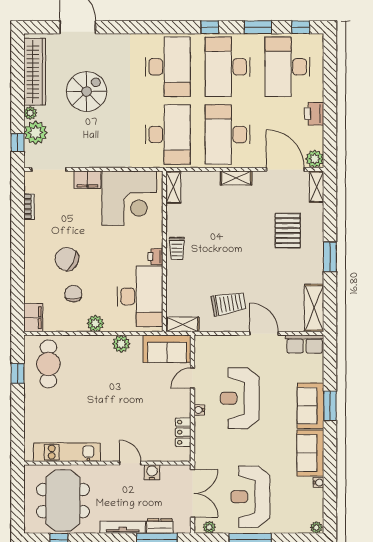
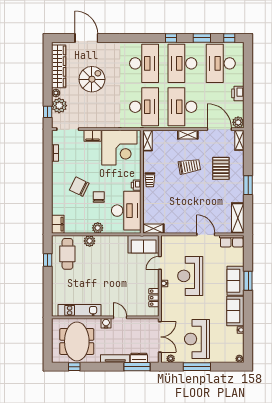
chair: (73, 294) -> (99, 197), moved
trolley: (229, 304) -> (189, 166), moved
plant: (121, 344) -> (90, 241), moved
water cooler: (152, 472) -> (106, 323), moved

